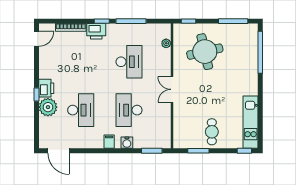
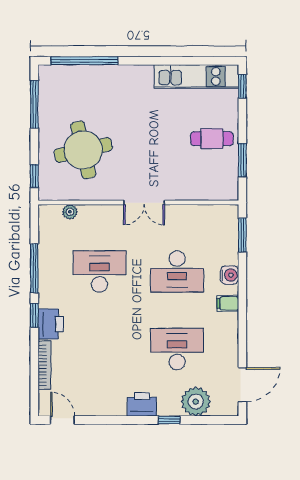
window: (37, 95) -> (169, 420), moved
plant: (48, 107) -> (196, 402), moved

